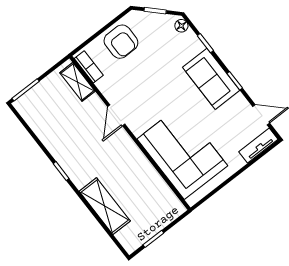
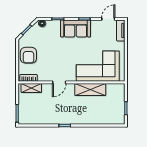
armchair: (121, 42) -> (28, 55), turned 90
door: (116, 115) -> (59, 82), hinge flipped
shelving: (105, 206) -> (90, 90), moved

